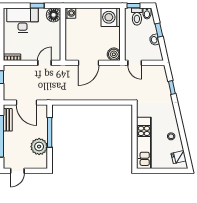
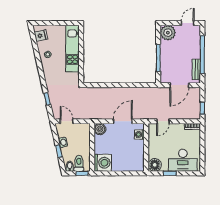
washing machine: (70, 13) -> (139, 135), moved
door: (135, 63) -> (67, 121), moved
door: (26, 103) -> (179, 85), swing flipped
plant: (39, 147) -> (168, 33), moved

